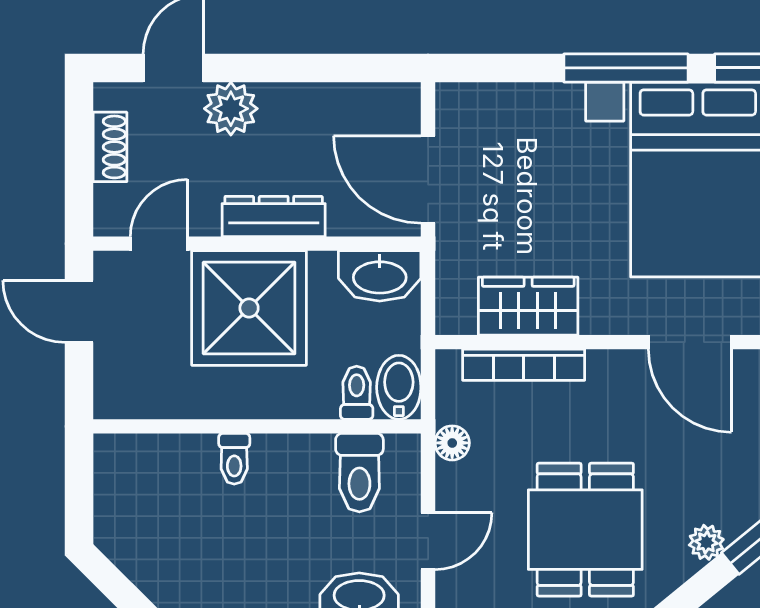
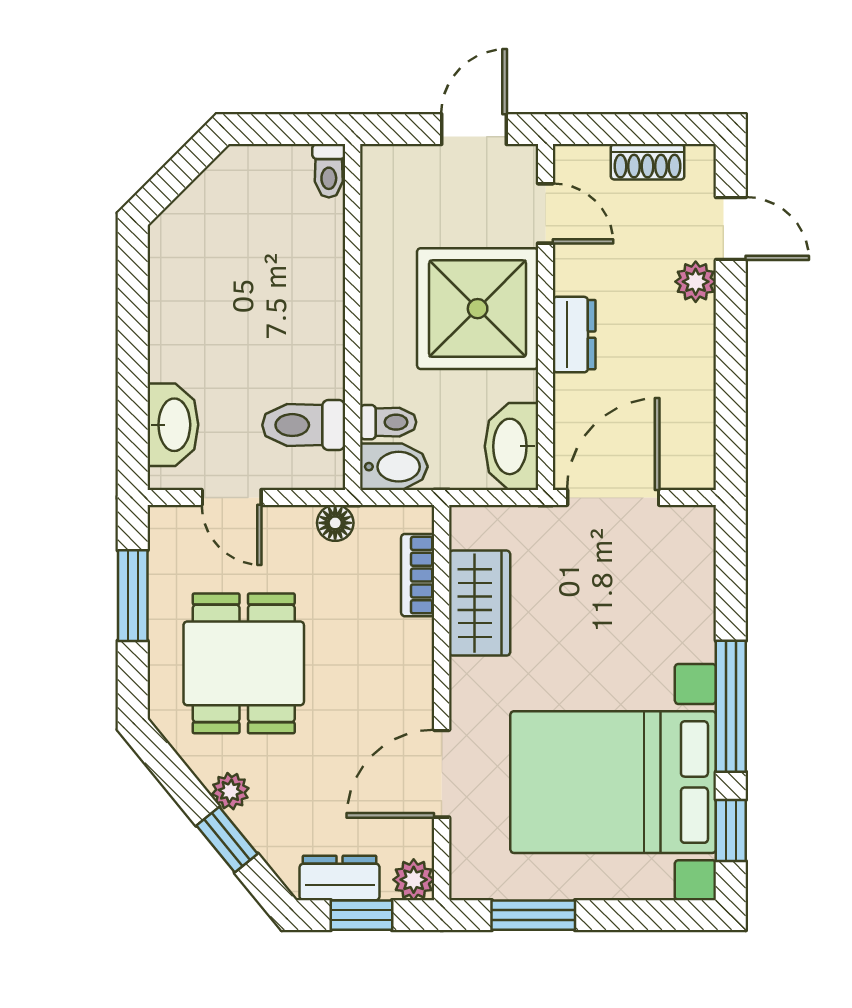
plant: (231, 109) -> (696, 282), width x0.73, depth x0.73
dresser: (274, 216) -> (574, 335), width x0.70
bookcase: (524, 365) -> (418, 575), width x0.64
toilet: (234, 459) -> (329, 171), moved, turned -90
dining table: (585, 530) -> (244, 663), turned 90

